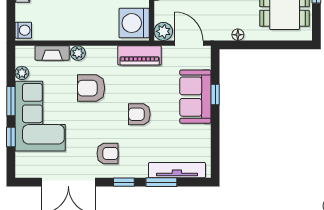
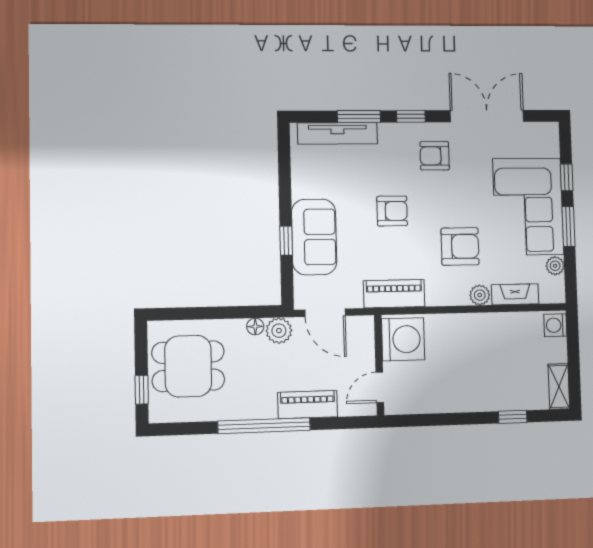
plant: (163, 31) -> (279, 331), moved

